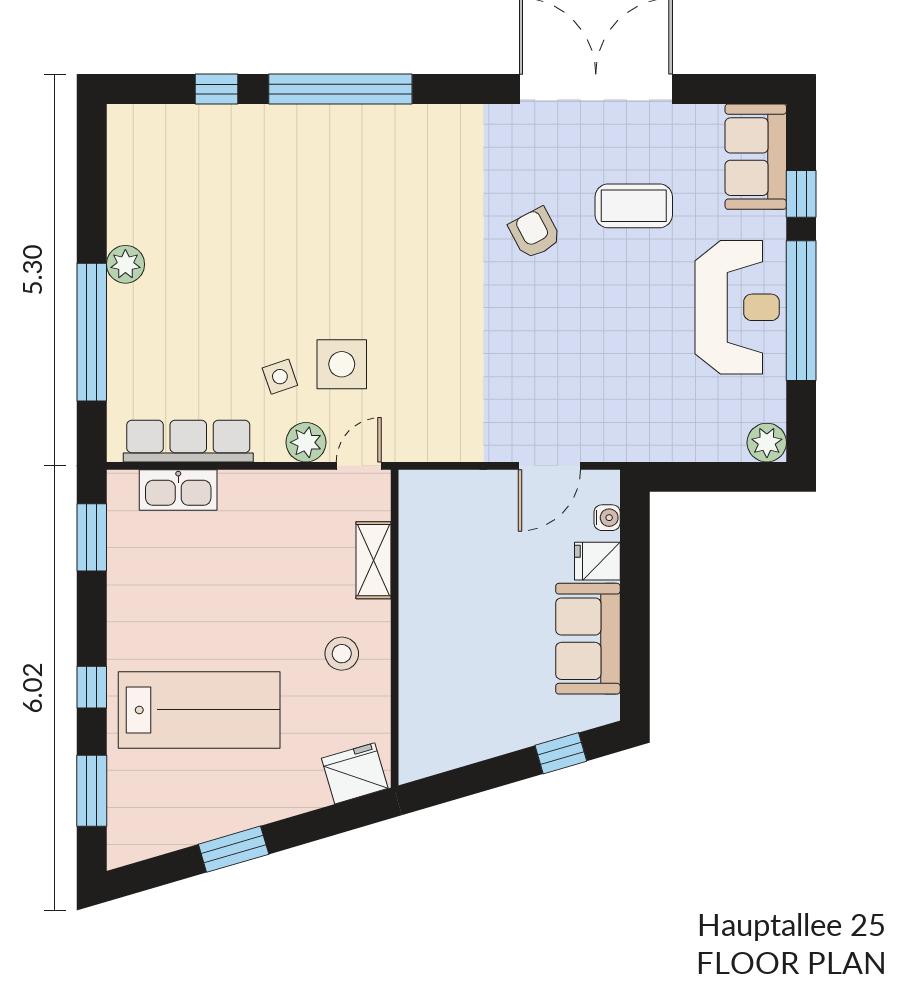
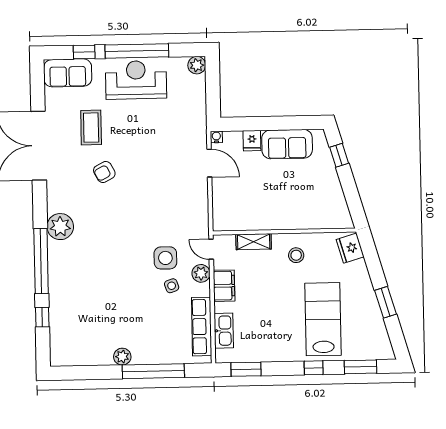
plant: (416, 133) -> (60, 227), added
filing cabinet: (278, 493) -> (224, 286), added
water cooler: (607, 518) -> (216, 137), moved

